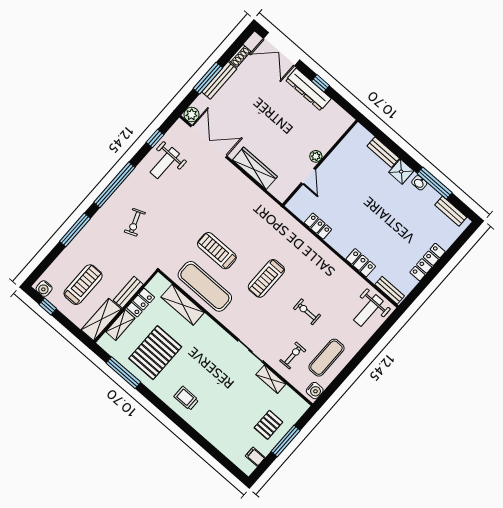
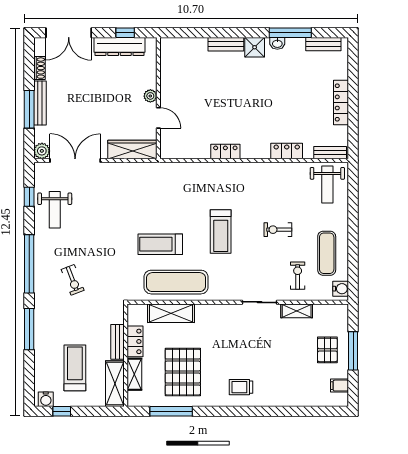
plant: (316, 156) -> (150, 96), moved
wall: (320, 163) -> (158, 98), moved
door: (308, 176) -> (158, 118), moved

